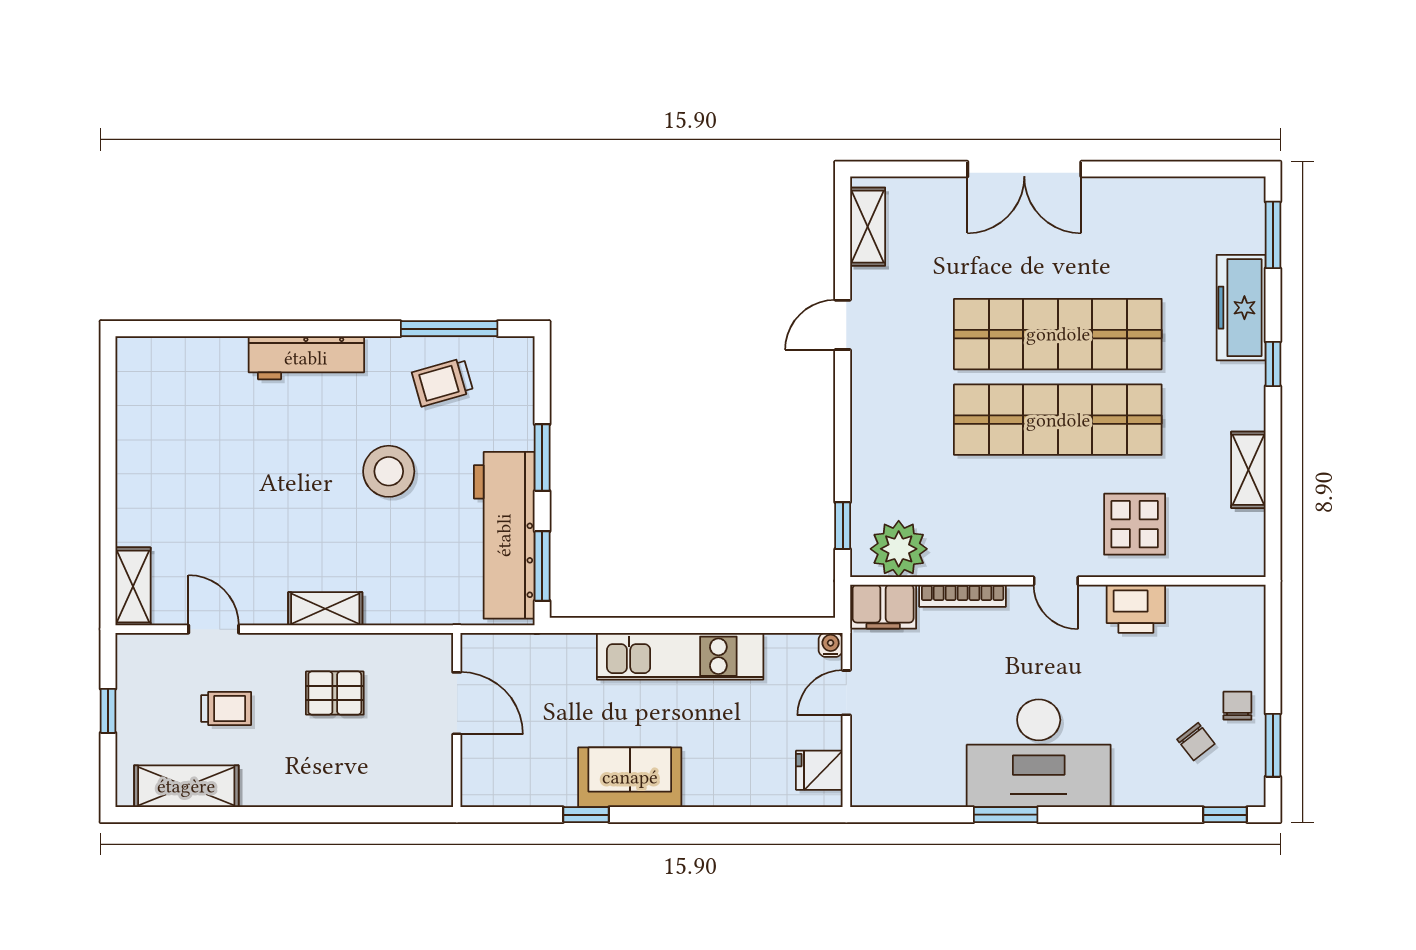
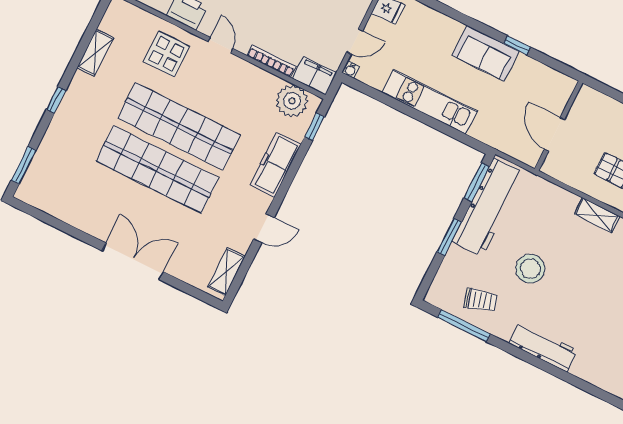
freezer: (1241, 308) -> (275, 165), moved, turned 180

